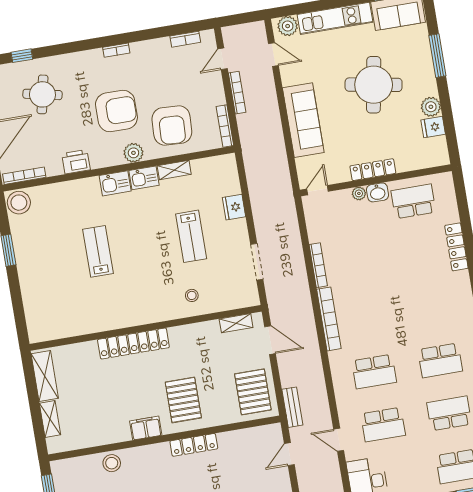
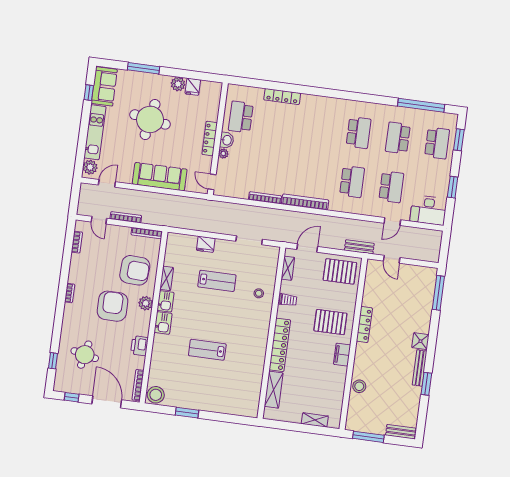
trolley: (195, 336) -> (288, 300), added
shelving: (45, 376) -> (274, 390), moved, turned 90

